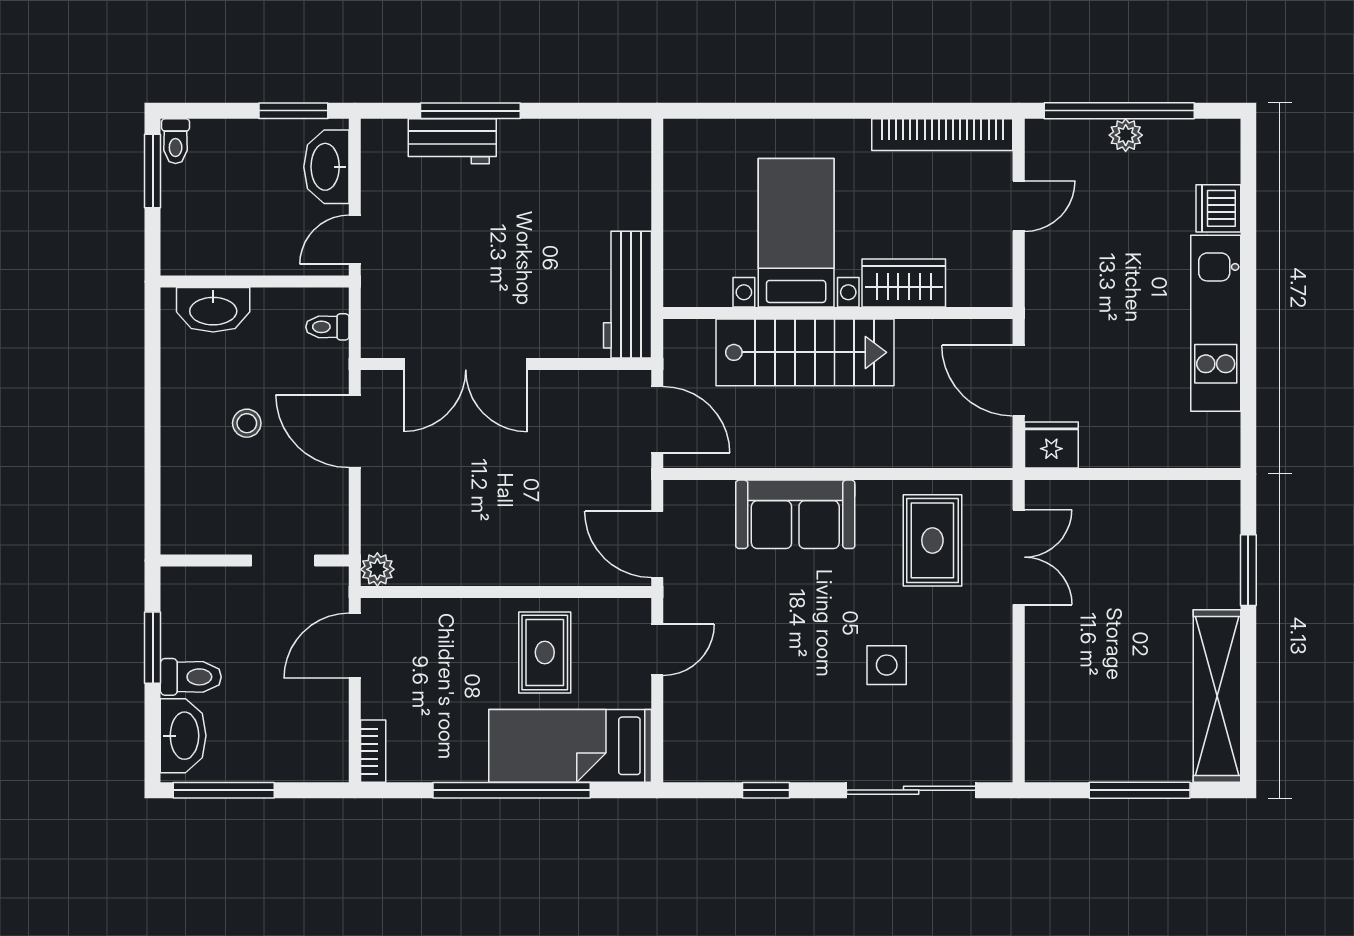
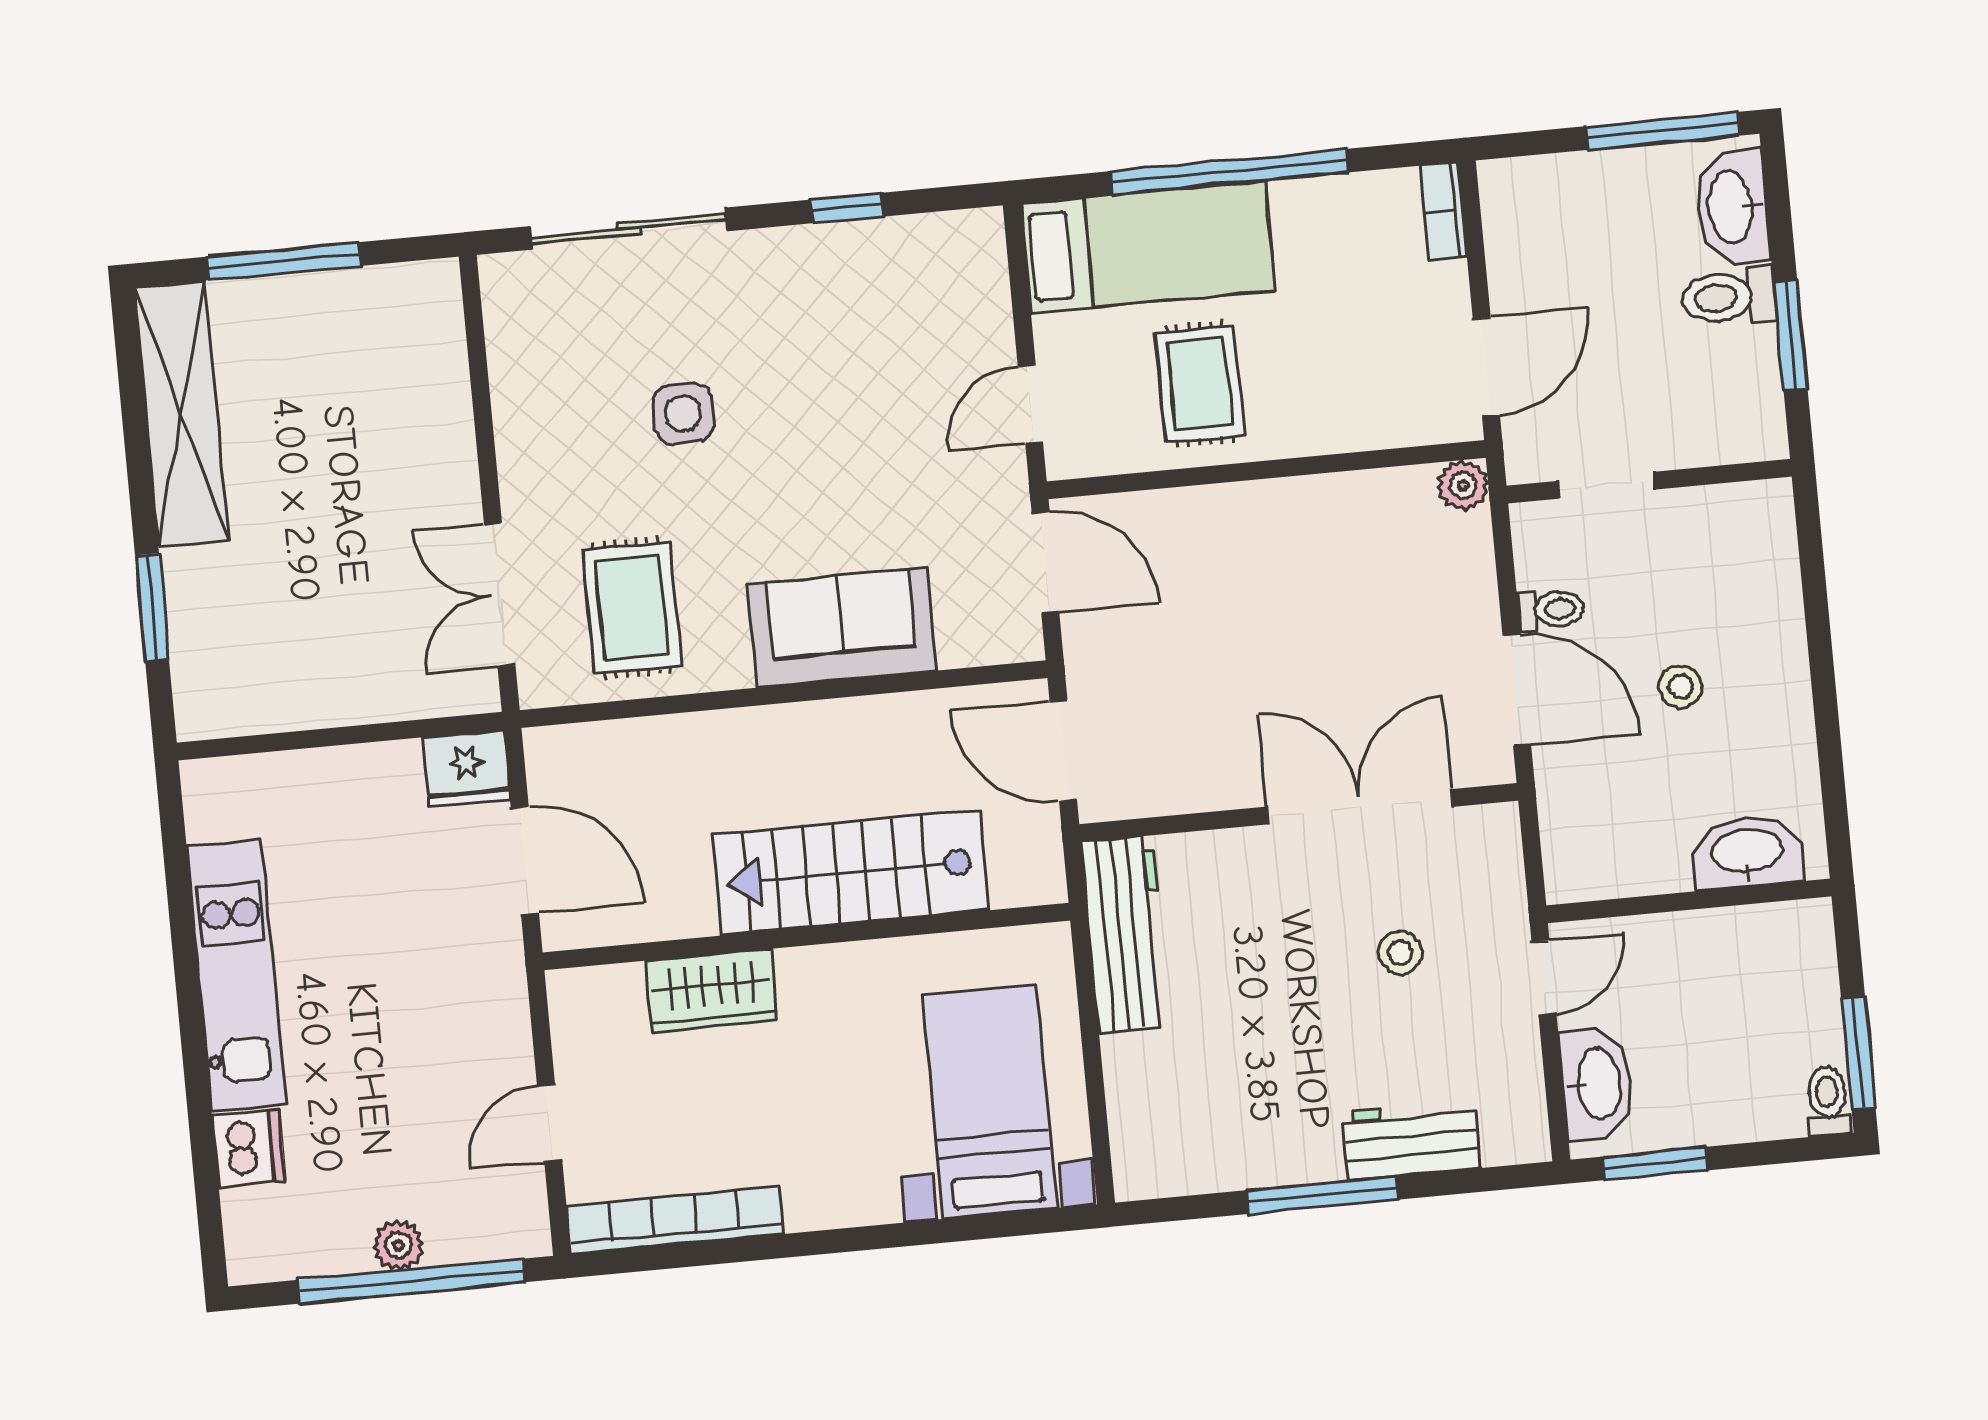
window: (470, 111) -> (1323, 1195), moved
bed with nightstands: (796, 233) -> (990, 1101), moved, turned 180
stool: (448, 265) -> (1400, 953), added
toilet: (327, 327) -> (1551, 610), moved

